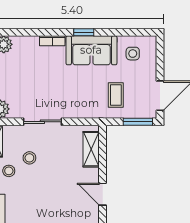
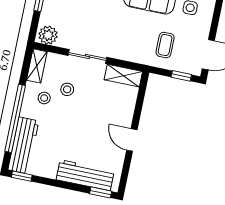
window: (138, 122) -> (181, 76), width x0.67
shelving: (91, 149) -> (123, 76), moved, turned 90

